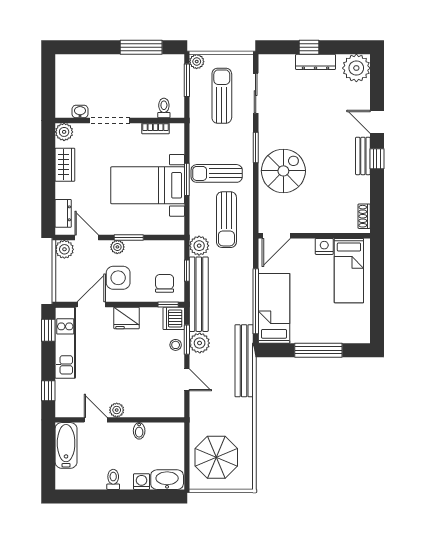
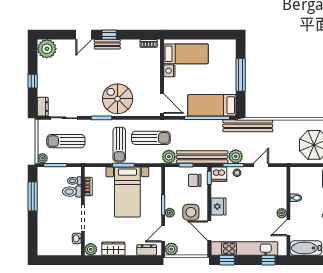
dresser: (316, 62) -> (43, 107), moved, width x0.70
toilet: (148, 104) -> (72, 192), added
kitchen unit: (65, 343) -> (244, 249), width x1.36

